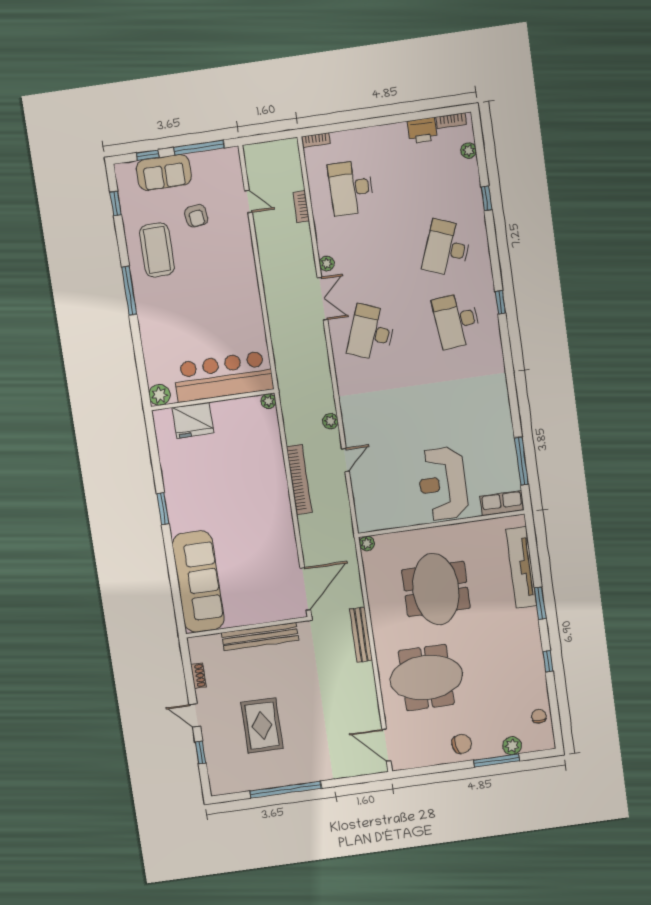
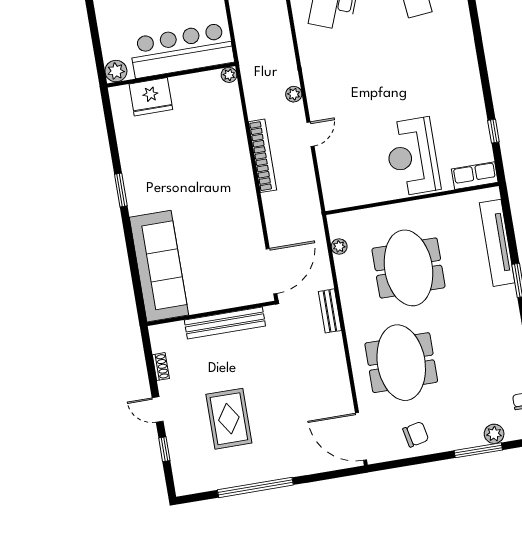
window: (521, 461) -> (493, 131), width x0.46
plant: (367, 543) -> (339, 246), moved
bench: (361, 635) -> (330, 311), width x0.73
meeting table: (426, 678) -> (401, 363), turned 90
chair: (462, 744) -> (416, 434), moved
door: (386, 745) -> (361, 436), width x1.36

